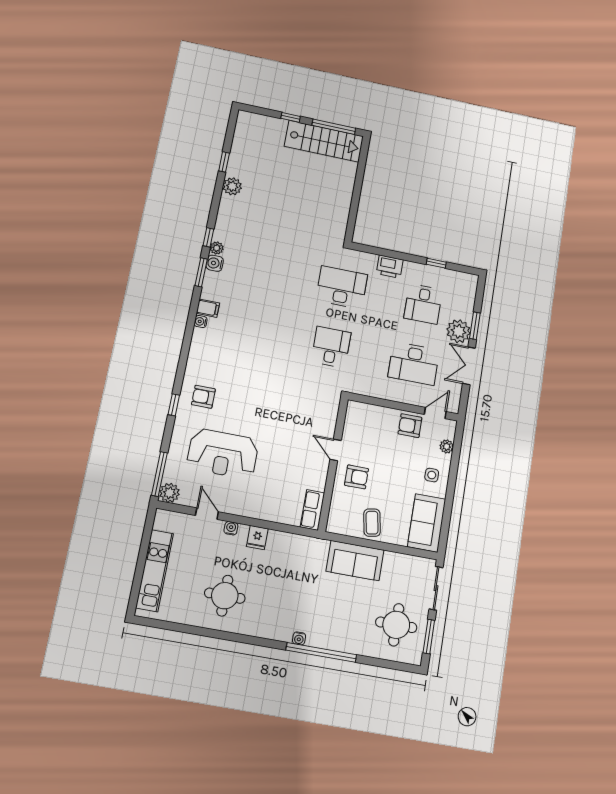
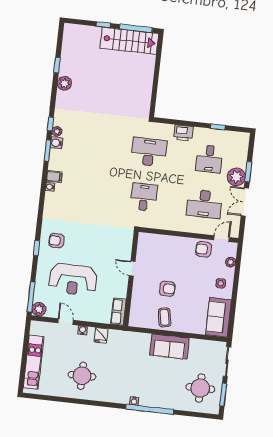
door: (336, 450) -> (132, 269), moved
wall: (333, 464) -> (131, 279), moved
row of seats: (312, 510) -> (118, 312), moved
coffee table: (372, 523) -> (165, 317), moved

